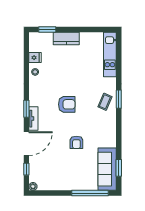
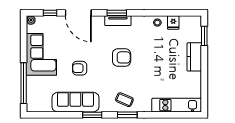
armchair: (67, 104) -> (122, 57), turned -90
tv unit: (33, 119) -> (118, 21), moved
window: (119, 168) -> (92, 115), moved
sofa: (107, 169) -> (75, 102), moved
corner sofa: (64, 177) -> (41, 54), added

